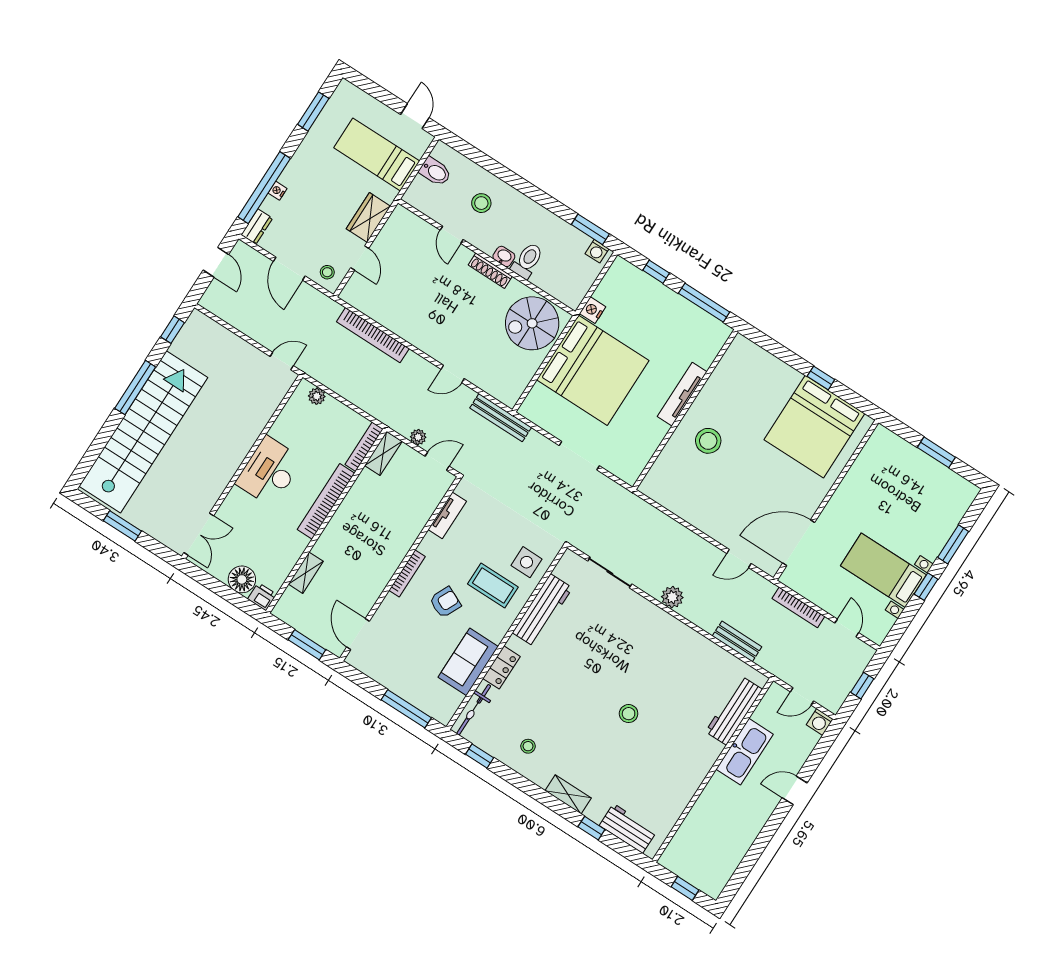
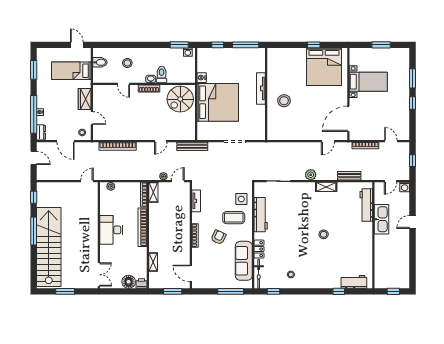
bed with nightstands: (883, 570) -> (368, 82), moved, turned 180
sofa: (468, 662) -> (244, 261), width x1.36
shelving: (568, 794) -> (326, 187), moved

